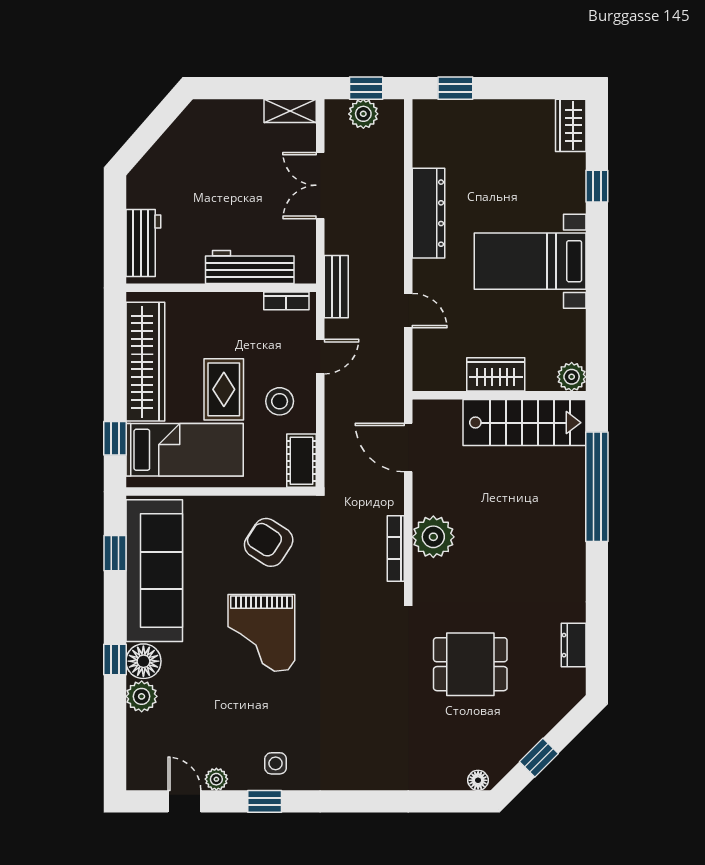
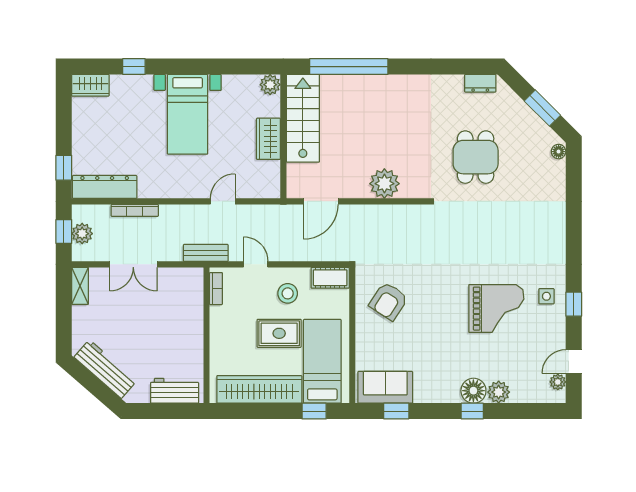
dresser: (428, 213) -> (105, 187), moved
workbench: (250, 267) -> (105, 369), moved, turned 131
bookcase: (396, 548) -> (135, 210), moved
sofa: (154, 571) -> (385, 387), width x0.54, depth x0.79
grand piano: (261, 633) -> (496, 309), moved
dresser: (574, 645) -> (480, 83), moved
window: (539, 758) -> (542, 108), width x1.50
plant: (216, 779) -> (558, 382), moved

